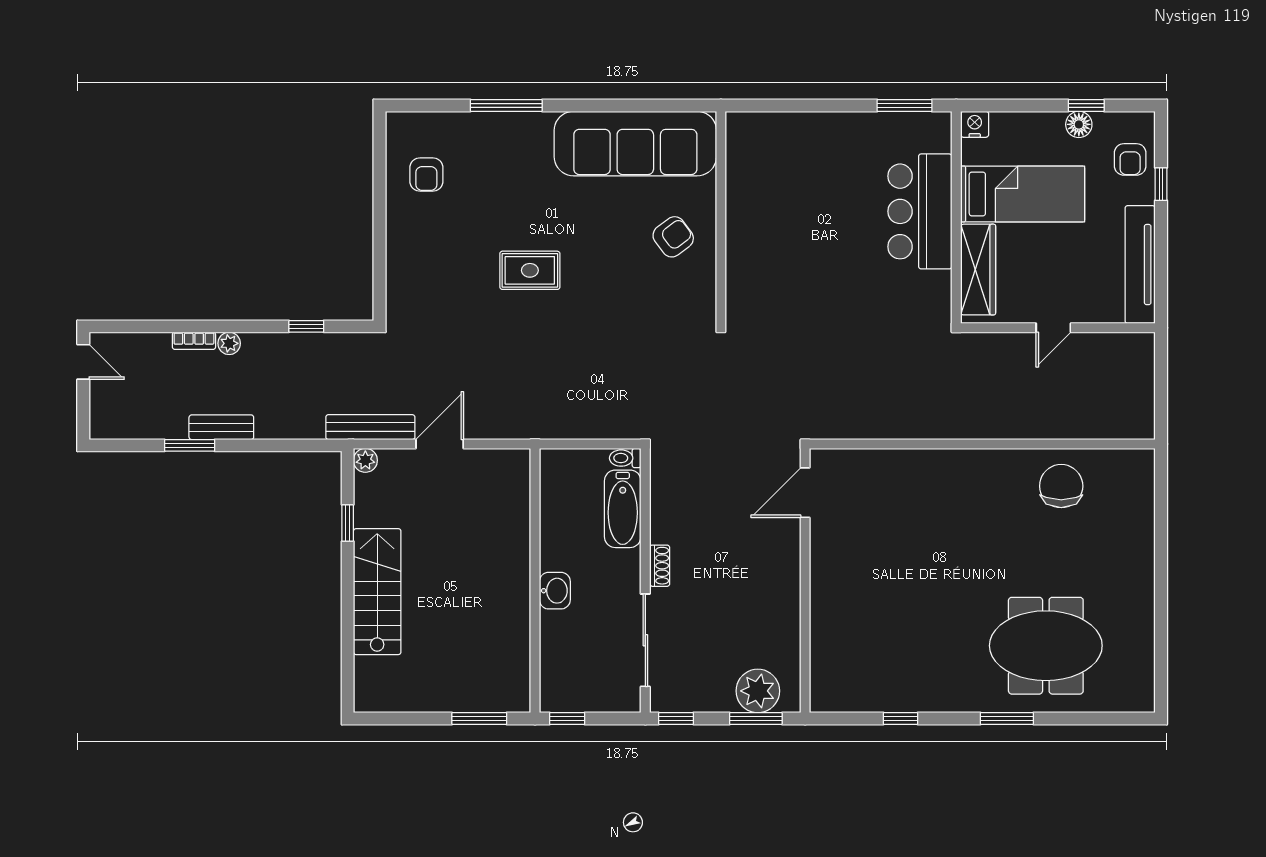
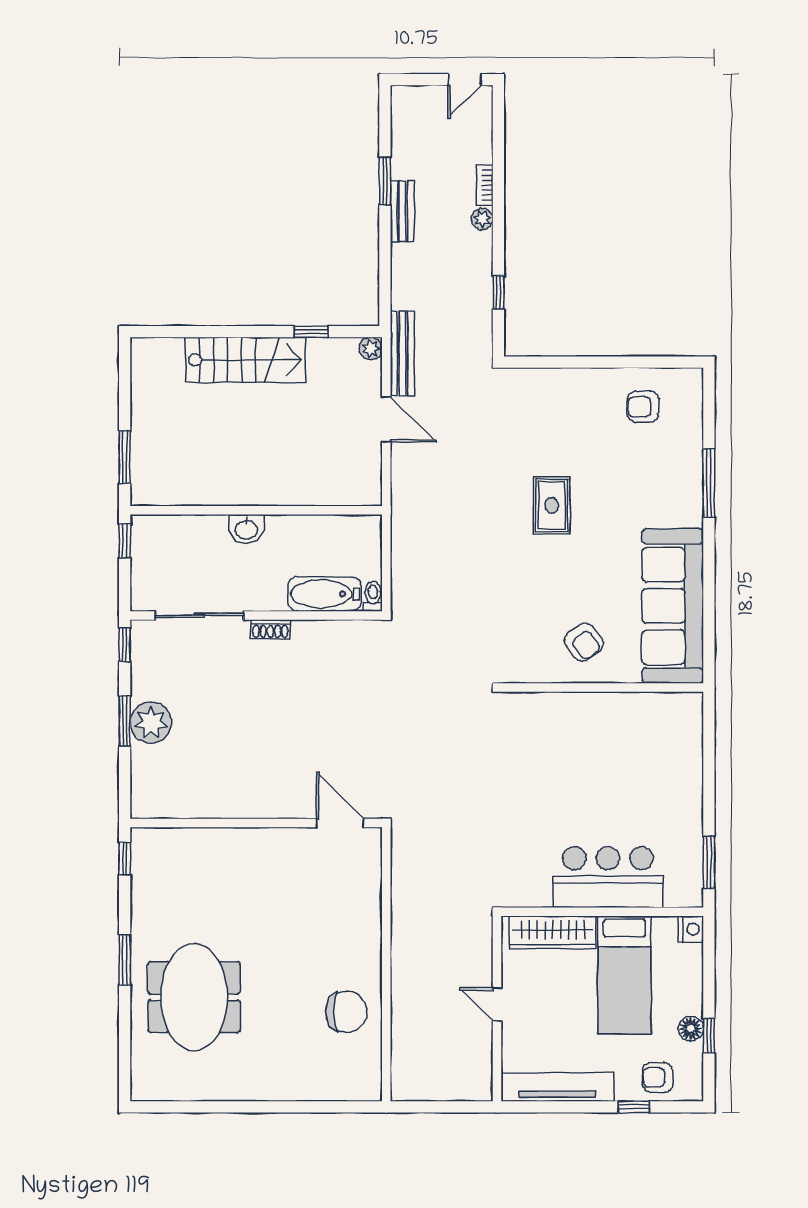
door: (805, 493) -> (340, 823), moved
wall: (805, 581) -> (256, 823), moved

